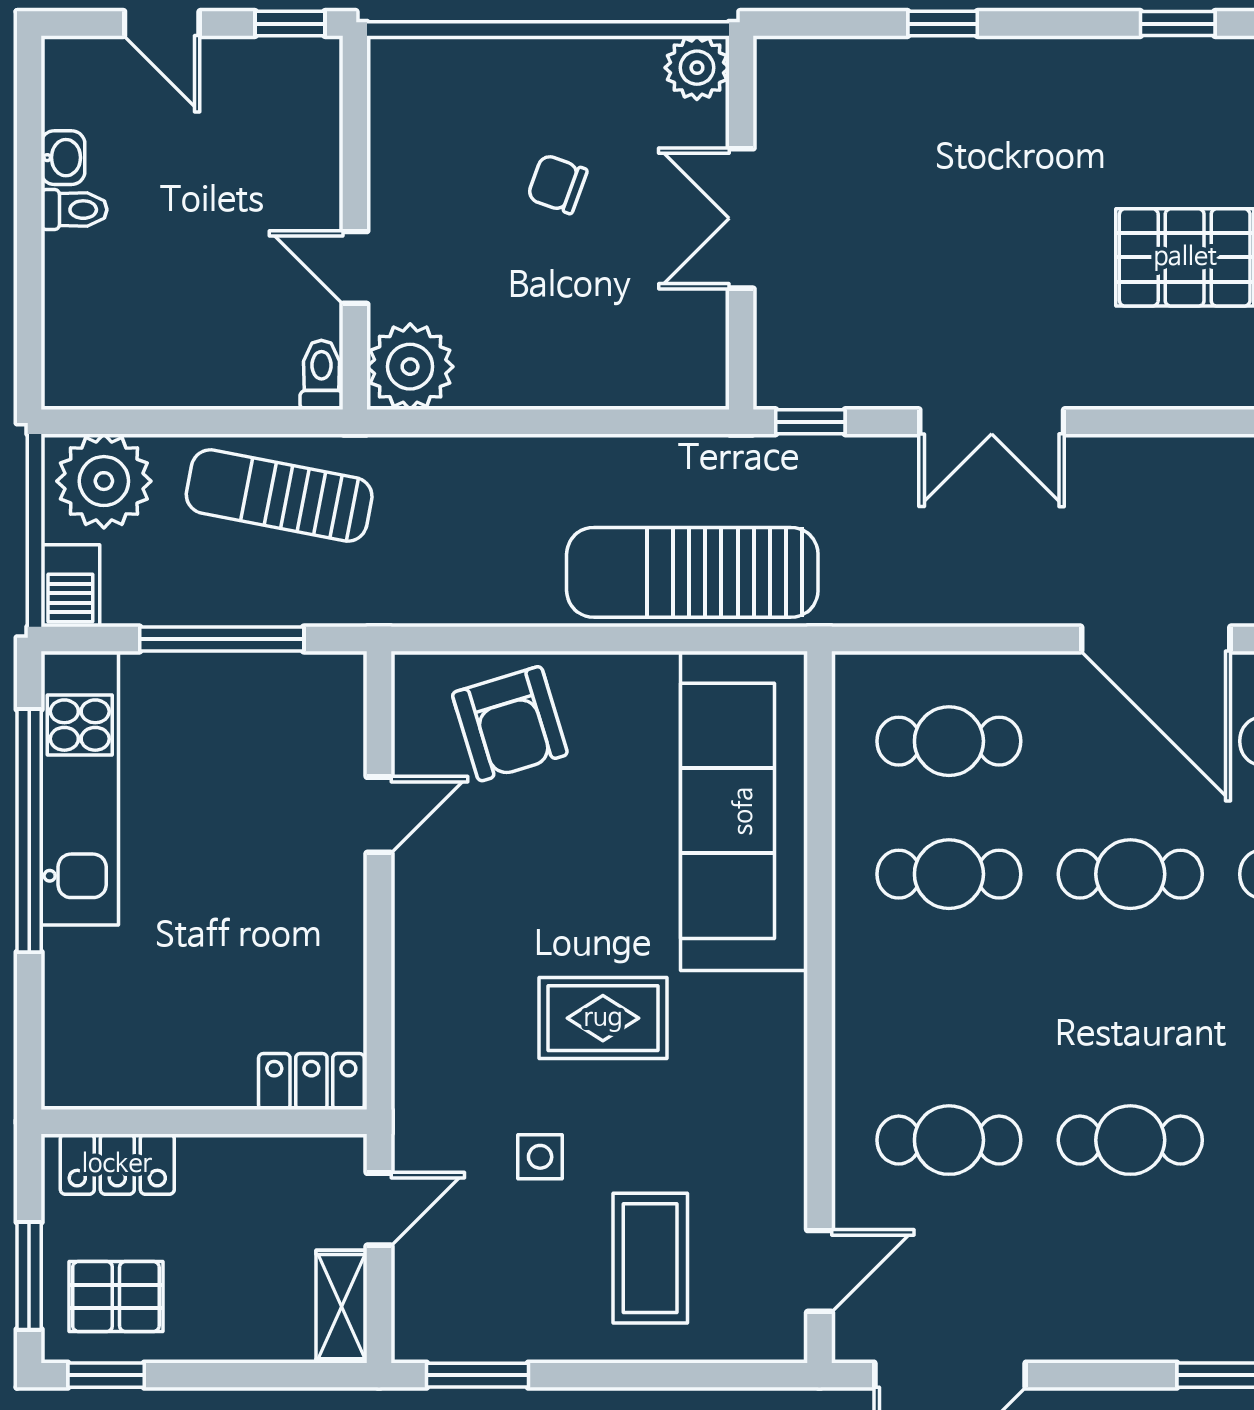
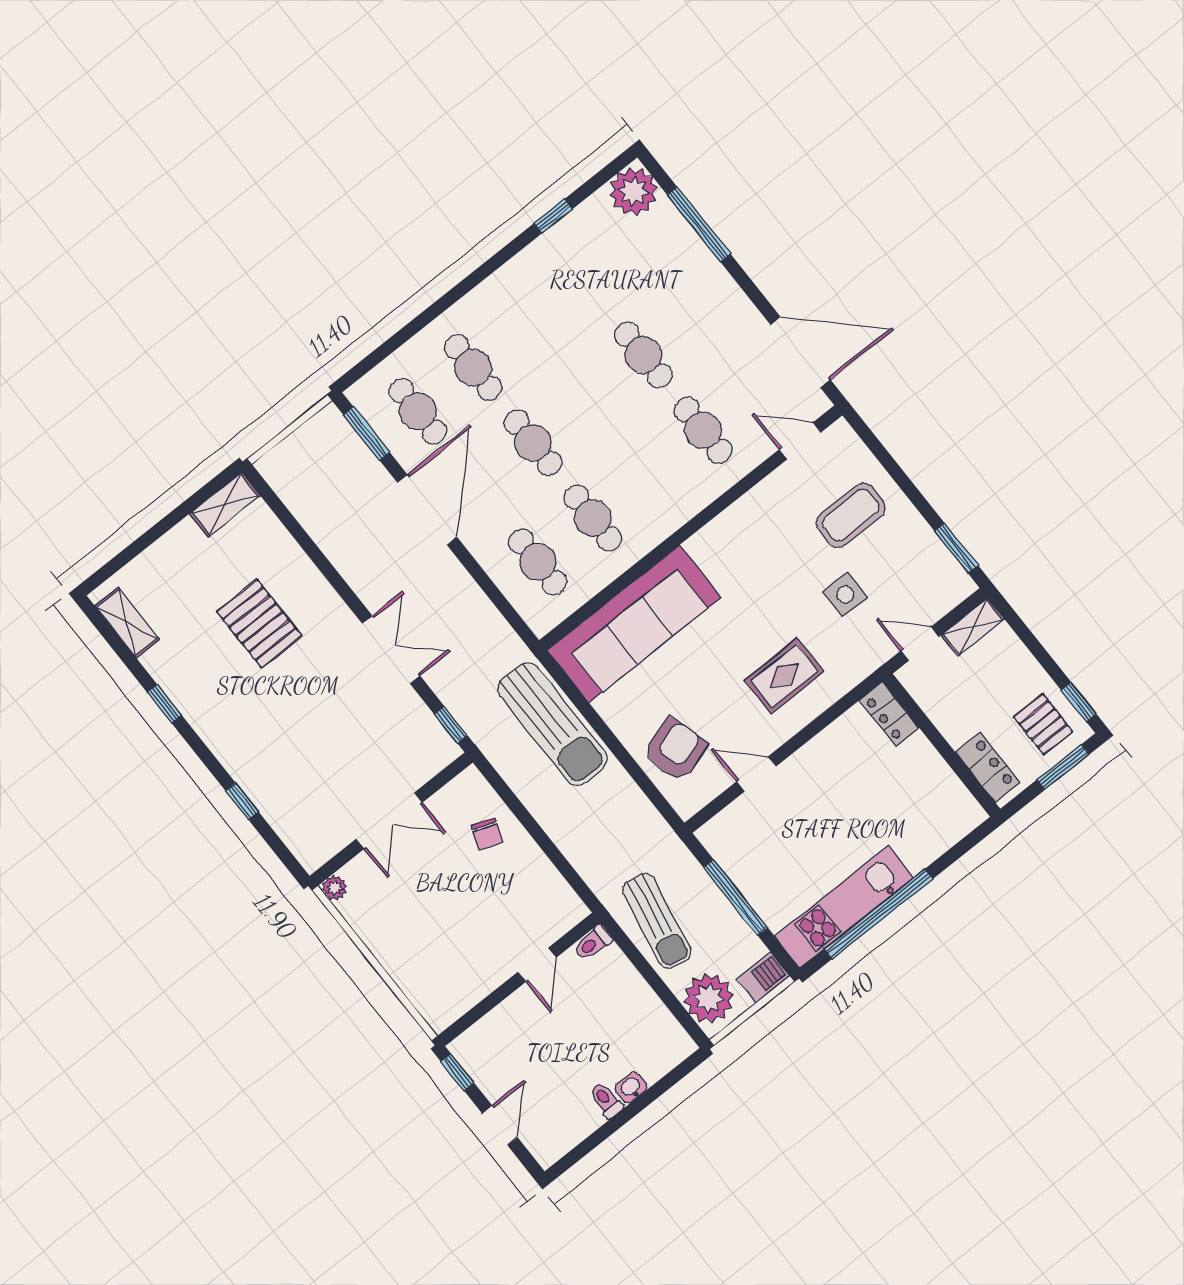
plant: (697, 68) -> (335, 888), width x0.73, depth x0.73
washbasin: (63, 158) -> (631, 1088), moved
chair: (557, 184) -> (487, 834), moved
plant: (410, 367) -> (560, 909), removed
rug: (603, 1018) -> (784, 676), moved, turned 90
side table: (540, 1157) -> (845, 594), width x1.37, depth x1.37

